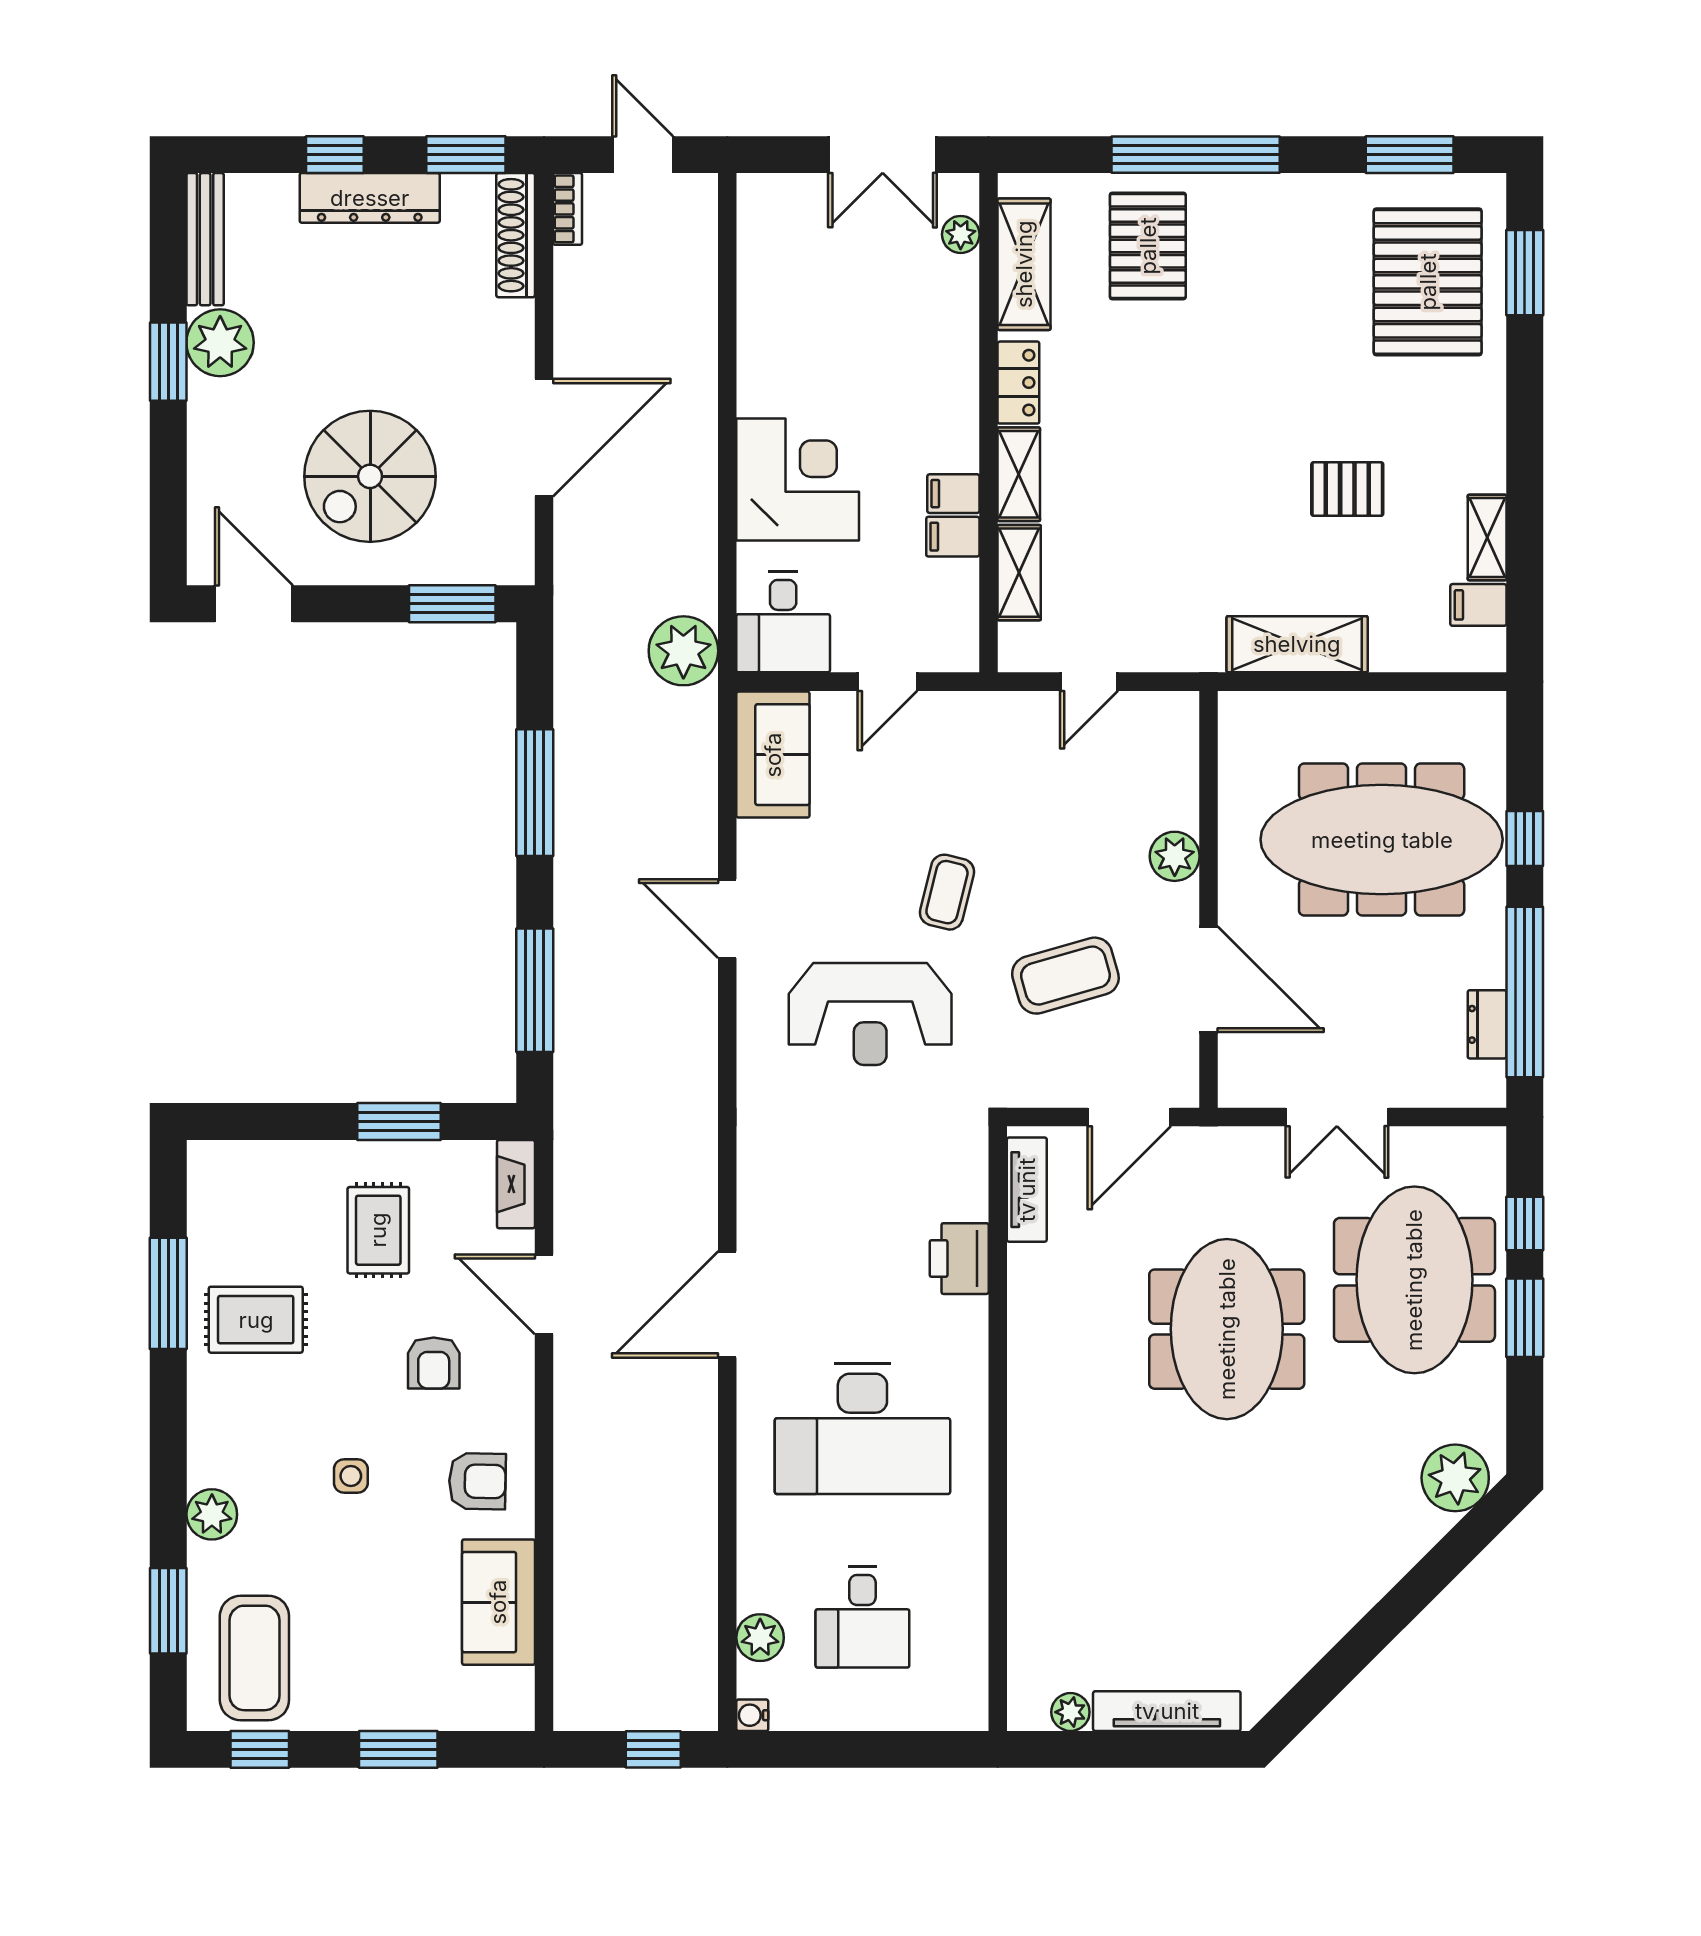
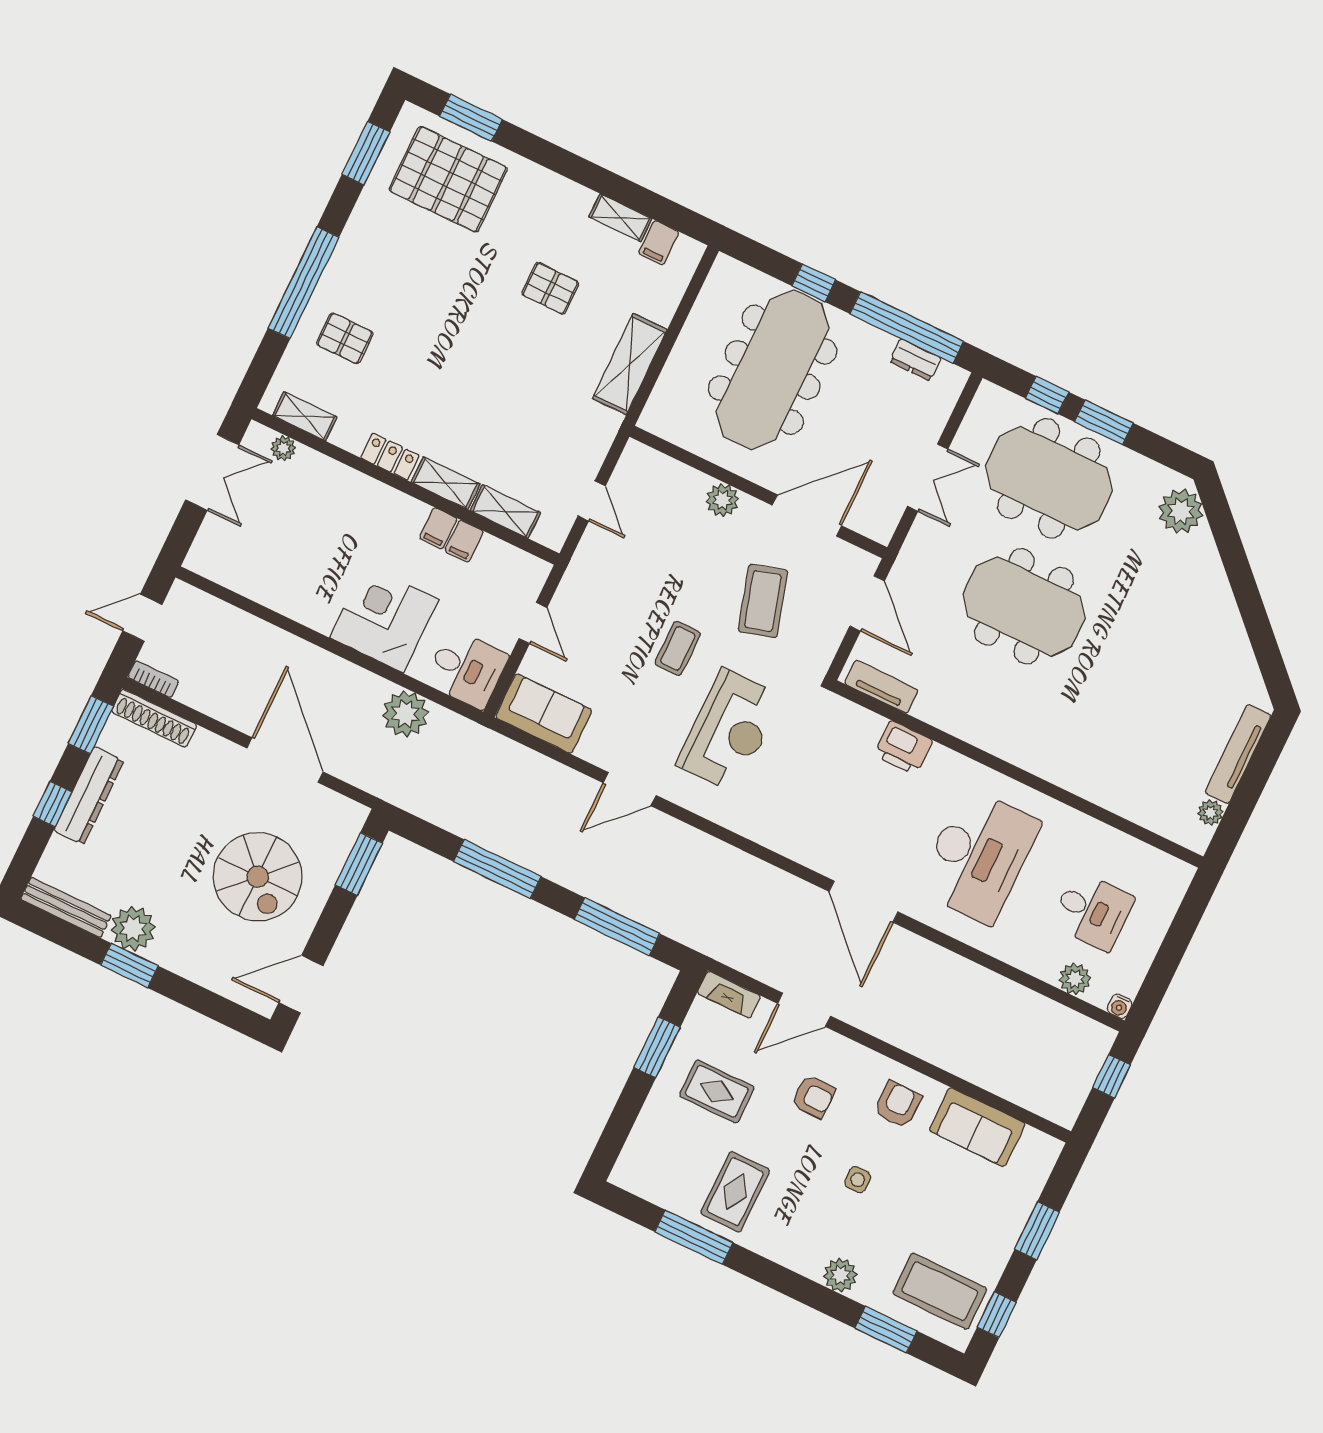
pallet: (1148, 246) -> (345, 338), width x0.67, depth x0.71
shelving: (1024, 264) -> (305, 416), width x0.67, depth x0.75
pallet: (1347, 489) -> (550, 288), turned 90
plant: (683, 651) -> (405, 714), moved
coffee table: (947, 892) -> (678, 648), turned 76

